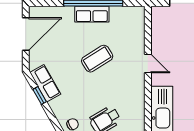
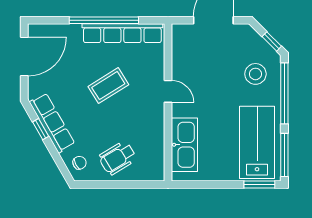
row of seats: (92, 14) -> (122, 33), width x2.02
row of seats: (45, 83) -> (52, 123), width x1.48

